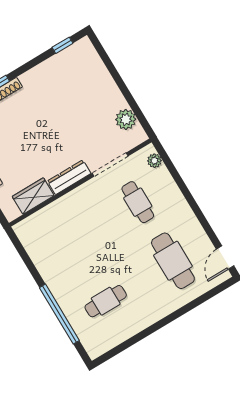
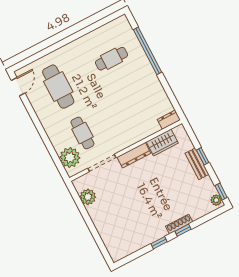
window: (62, 45) -> (159, 243), moved
plant: (154, 161) -> (70, 158), width x1.88, depth x1.88
dresser: (26, 226) -> (169, 120), added

